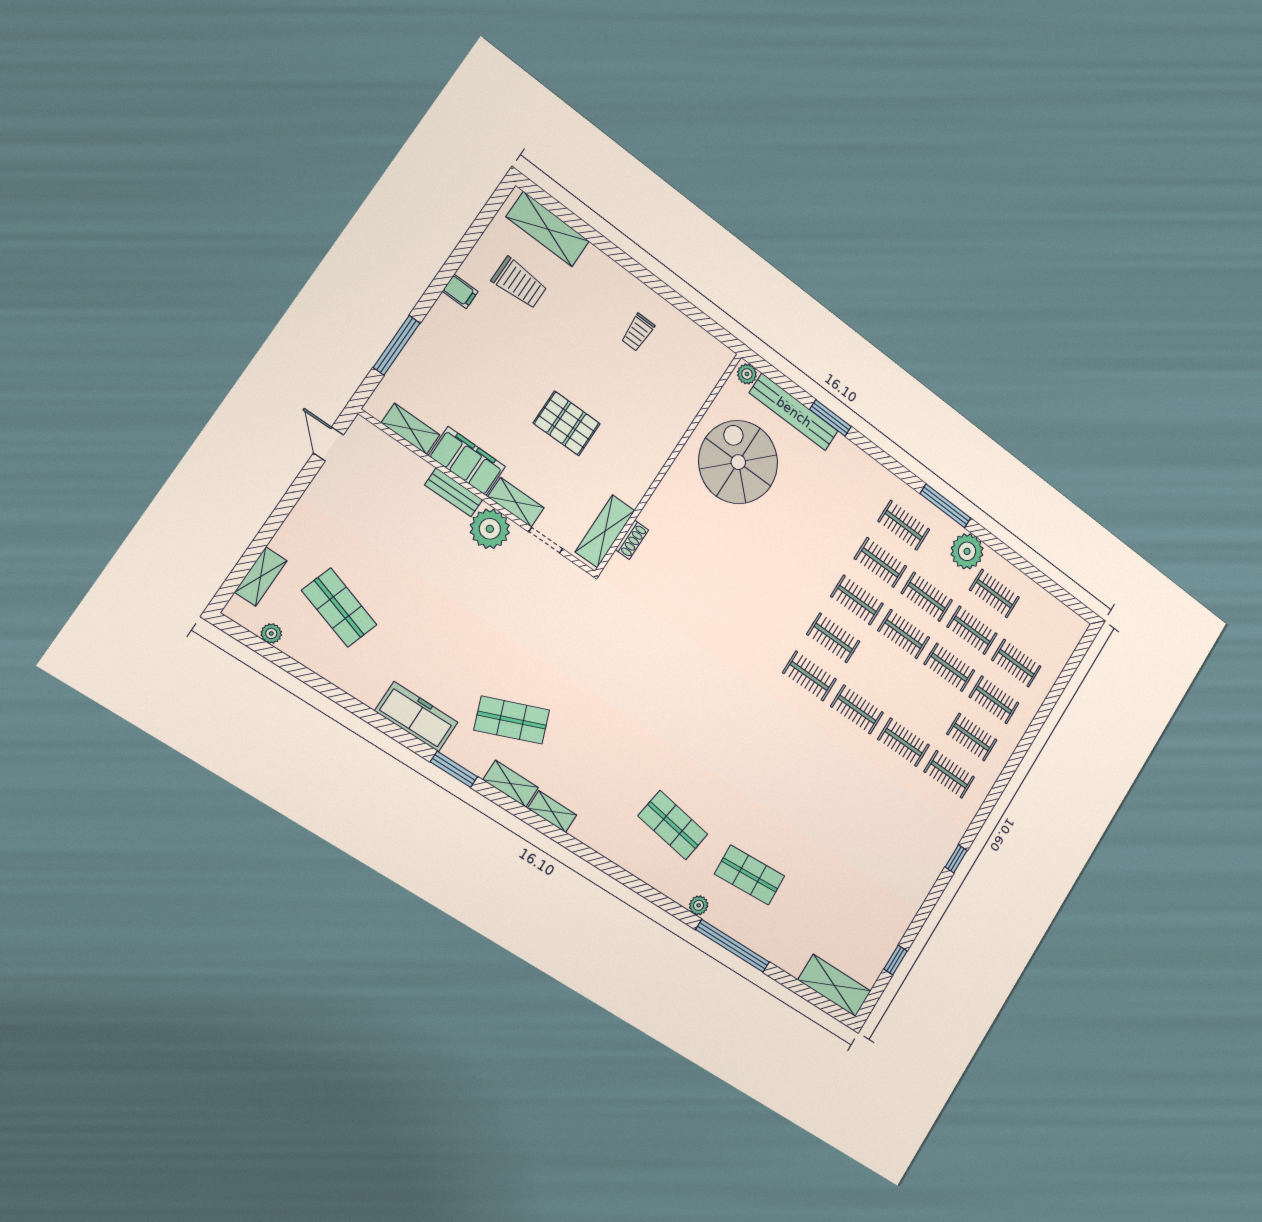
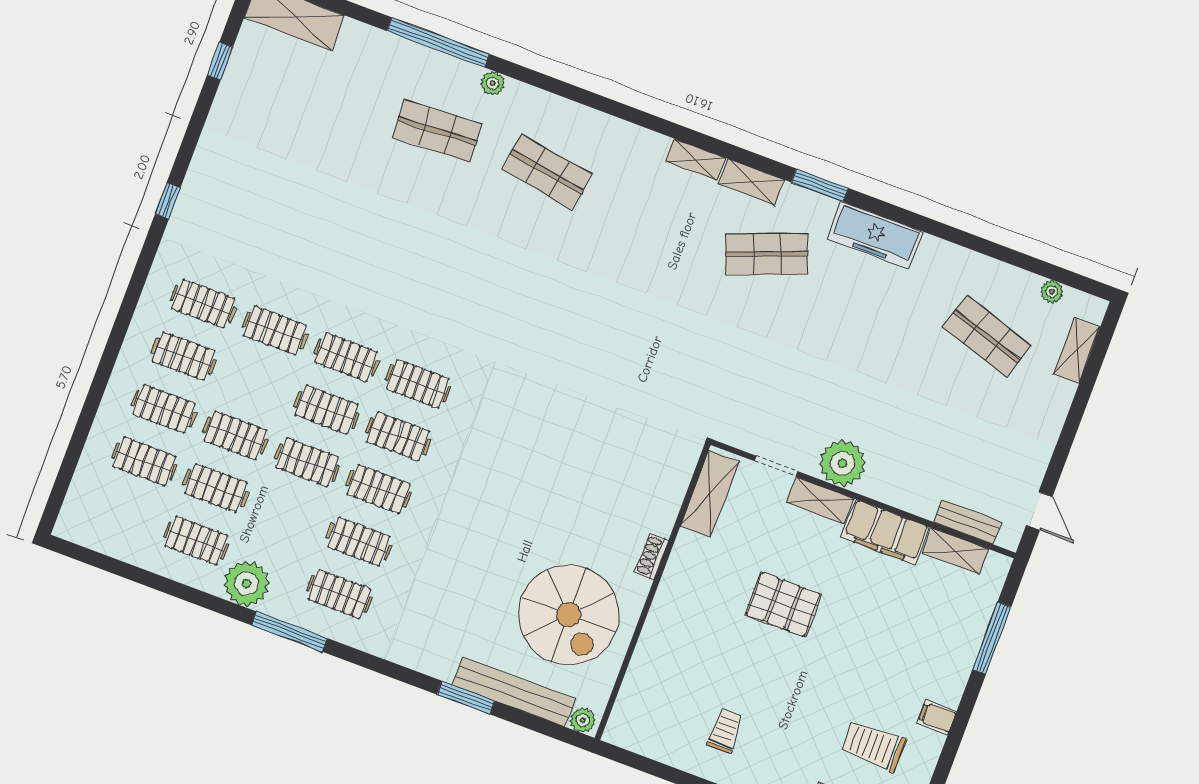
bench: (454, 492) -> (968, 522), moved
shoe rack: (632, 540) -> (652, 556), moved
clothes rail: (927, 597) -> (327, 410), moved

